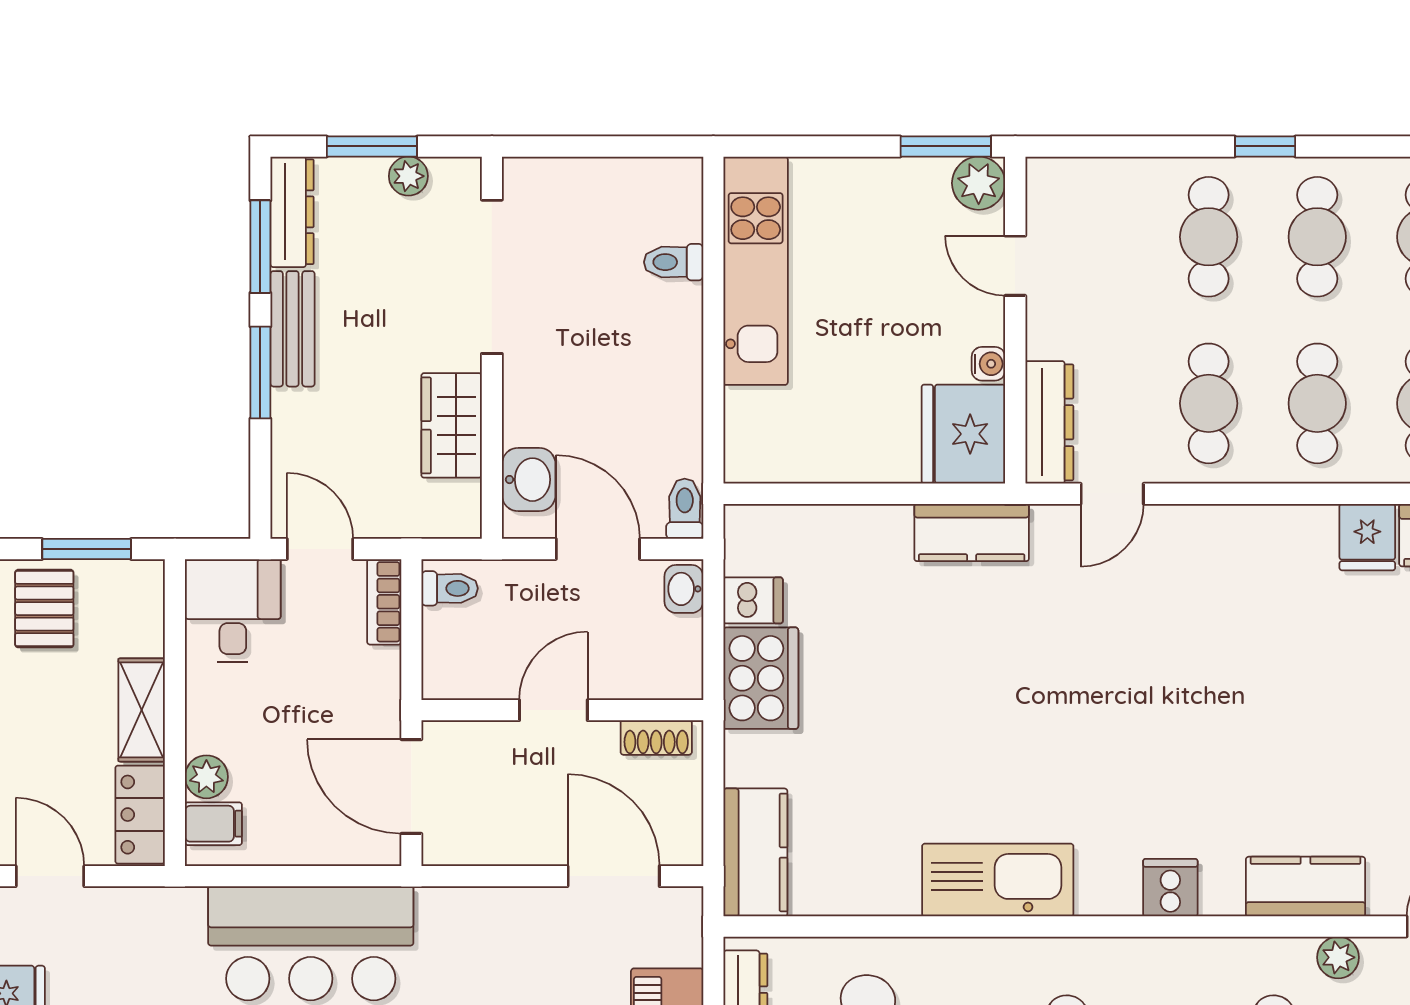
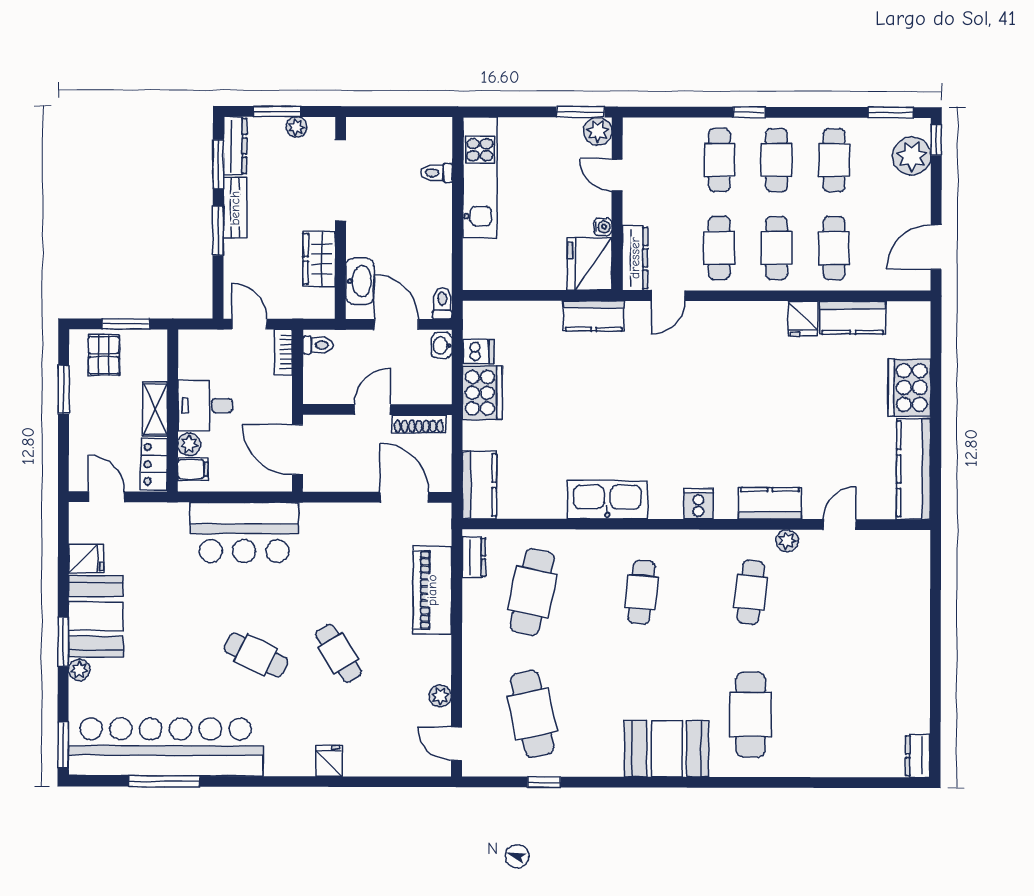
washbasin: (529, 480) -> (360, 281), width x1.38
desk: (233, 611) -> (205, 406), moved, turned -90
shoe rack: (656, 737) -> (419, 424), width x1.43

